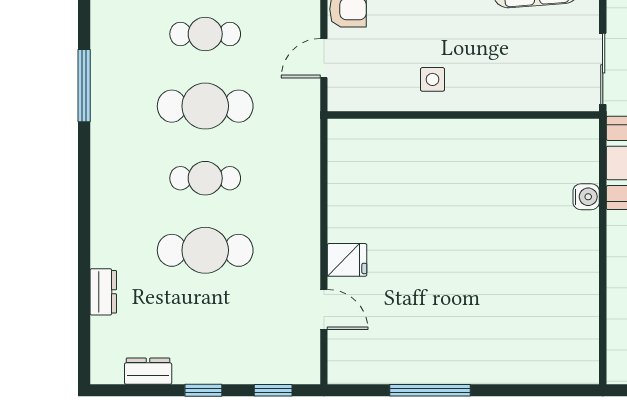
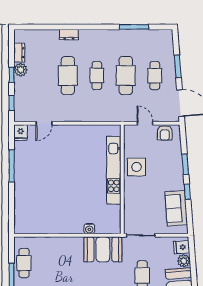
side table: (433, 79) -> (136, 167), width x1.87, depth x1.87
kitchen unit: (441, 136) -> (114, 170), added
fridge: (347, 260) -> (21, 133), moved
dresser: (103, 292) -> (69, 35), moved
plant: (191, 368) -> (21, 70), added

